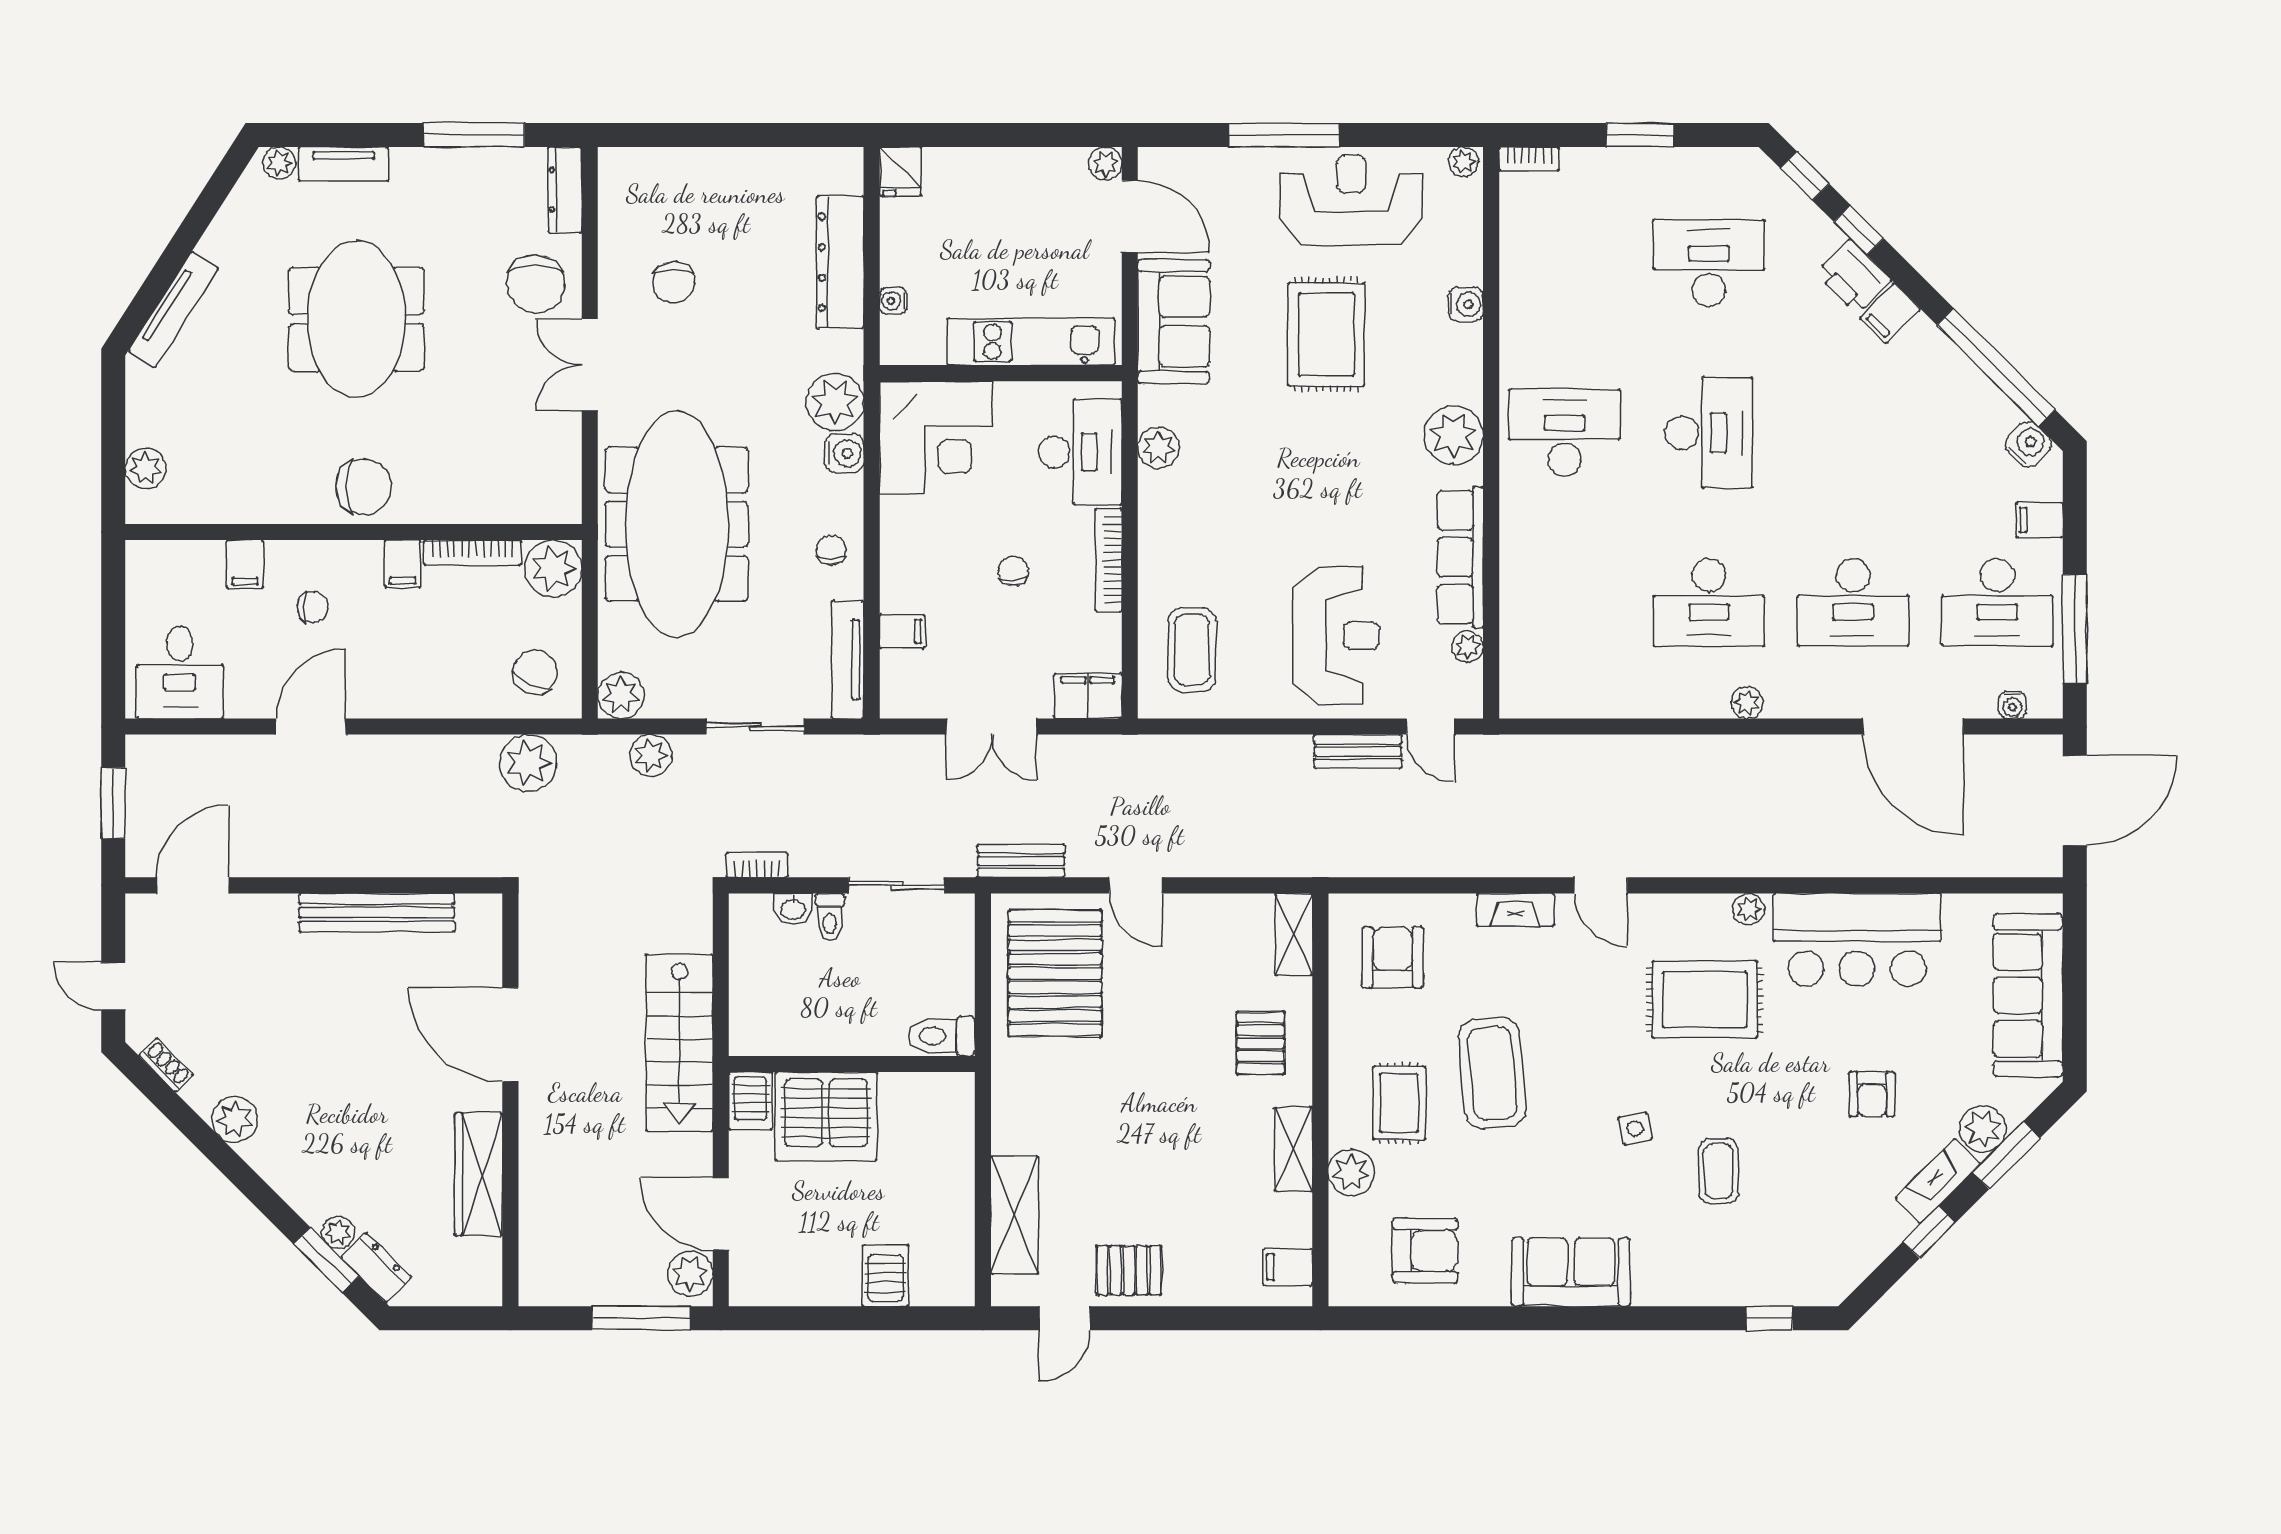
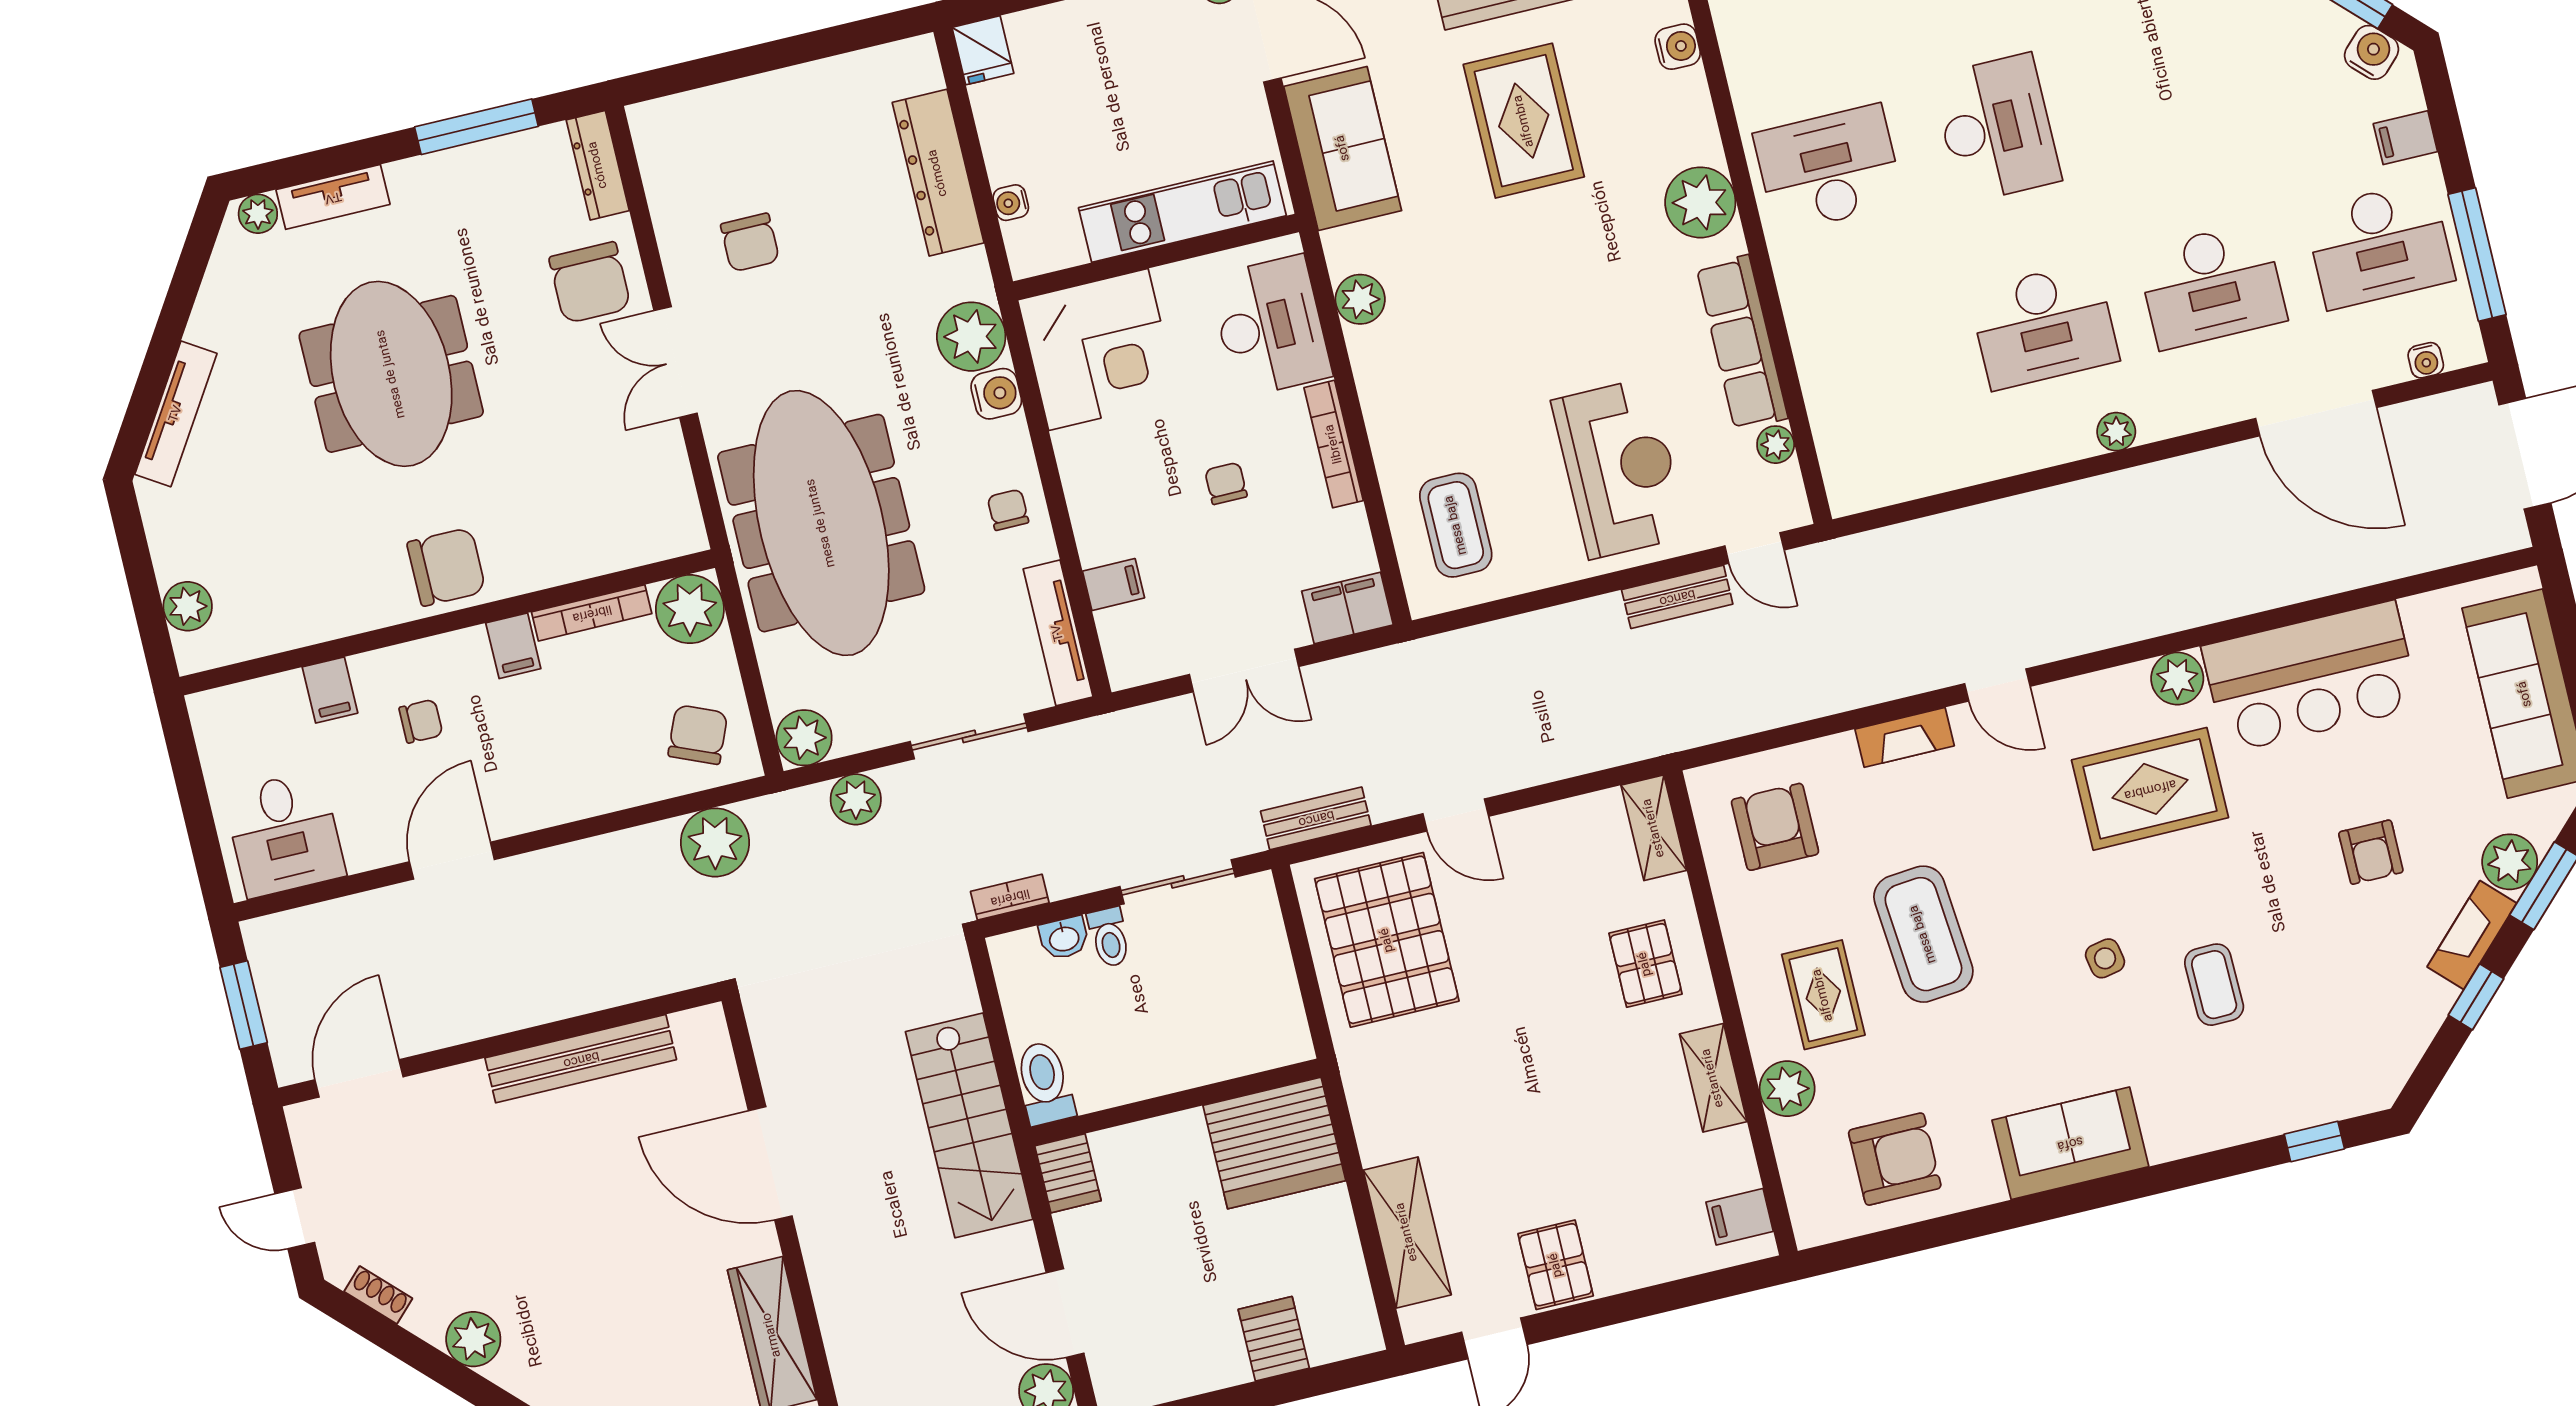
plant: (1748, 909) -> (2177, 679), width x1.38, depth x1.38
toilet: (942, 1036) -> (1045, 1083), moved, turned 90
server rack: (826, 1116) -> (1274, 1143), moved
pallet: (1129, 1270) -> (1556, 1265), turned 90

